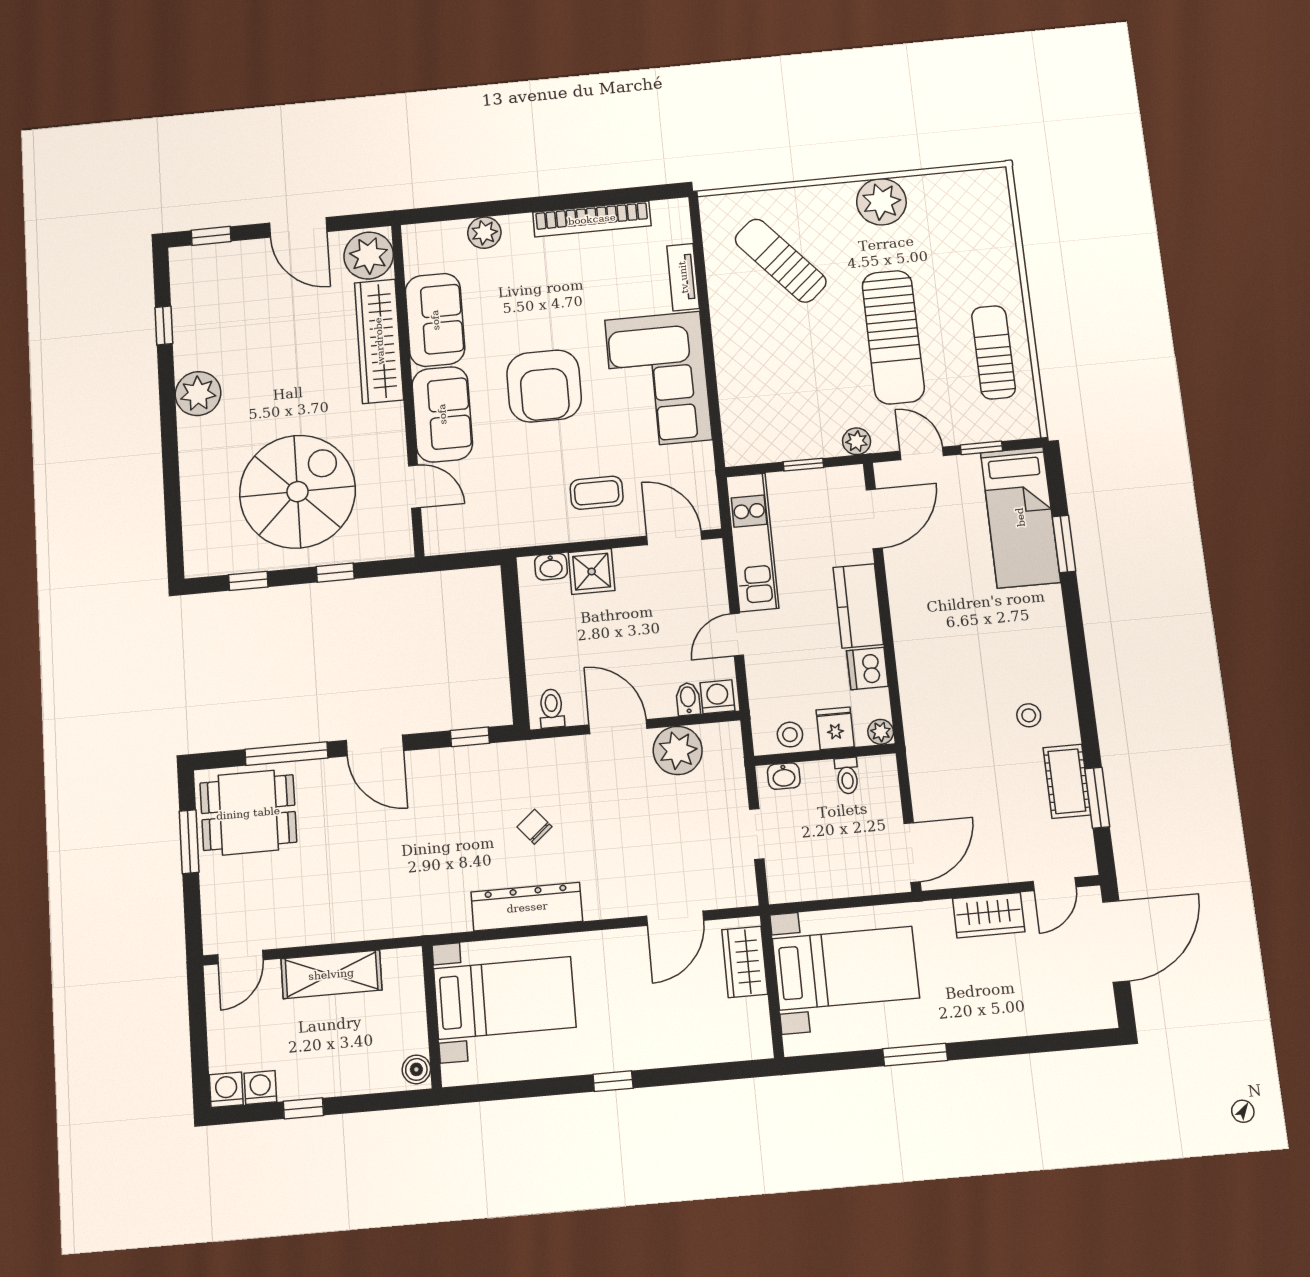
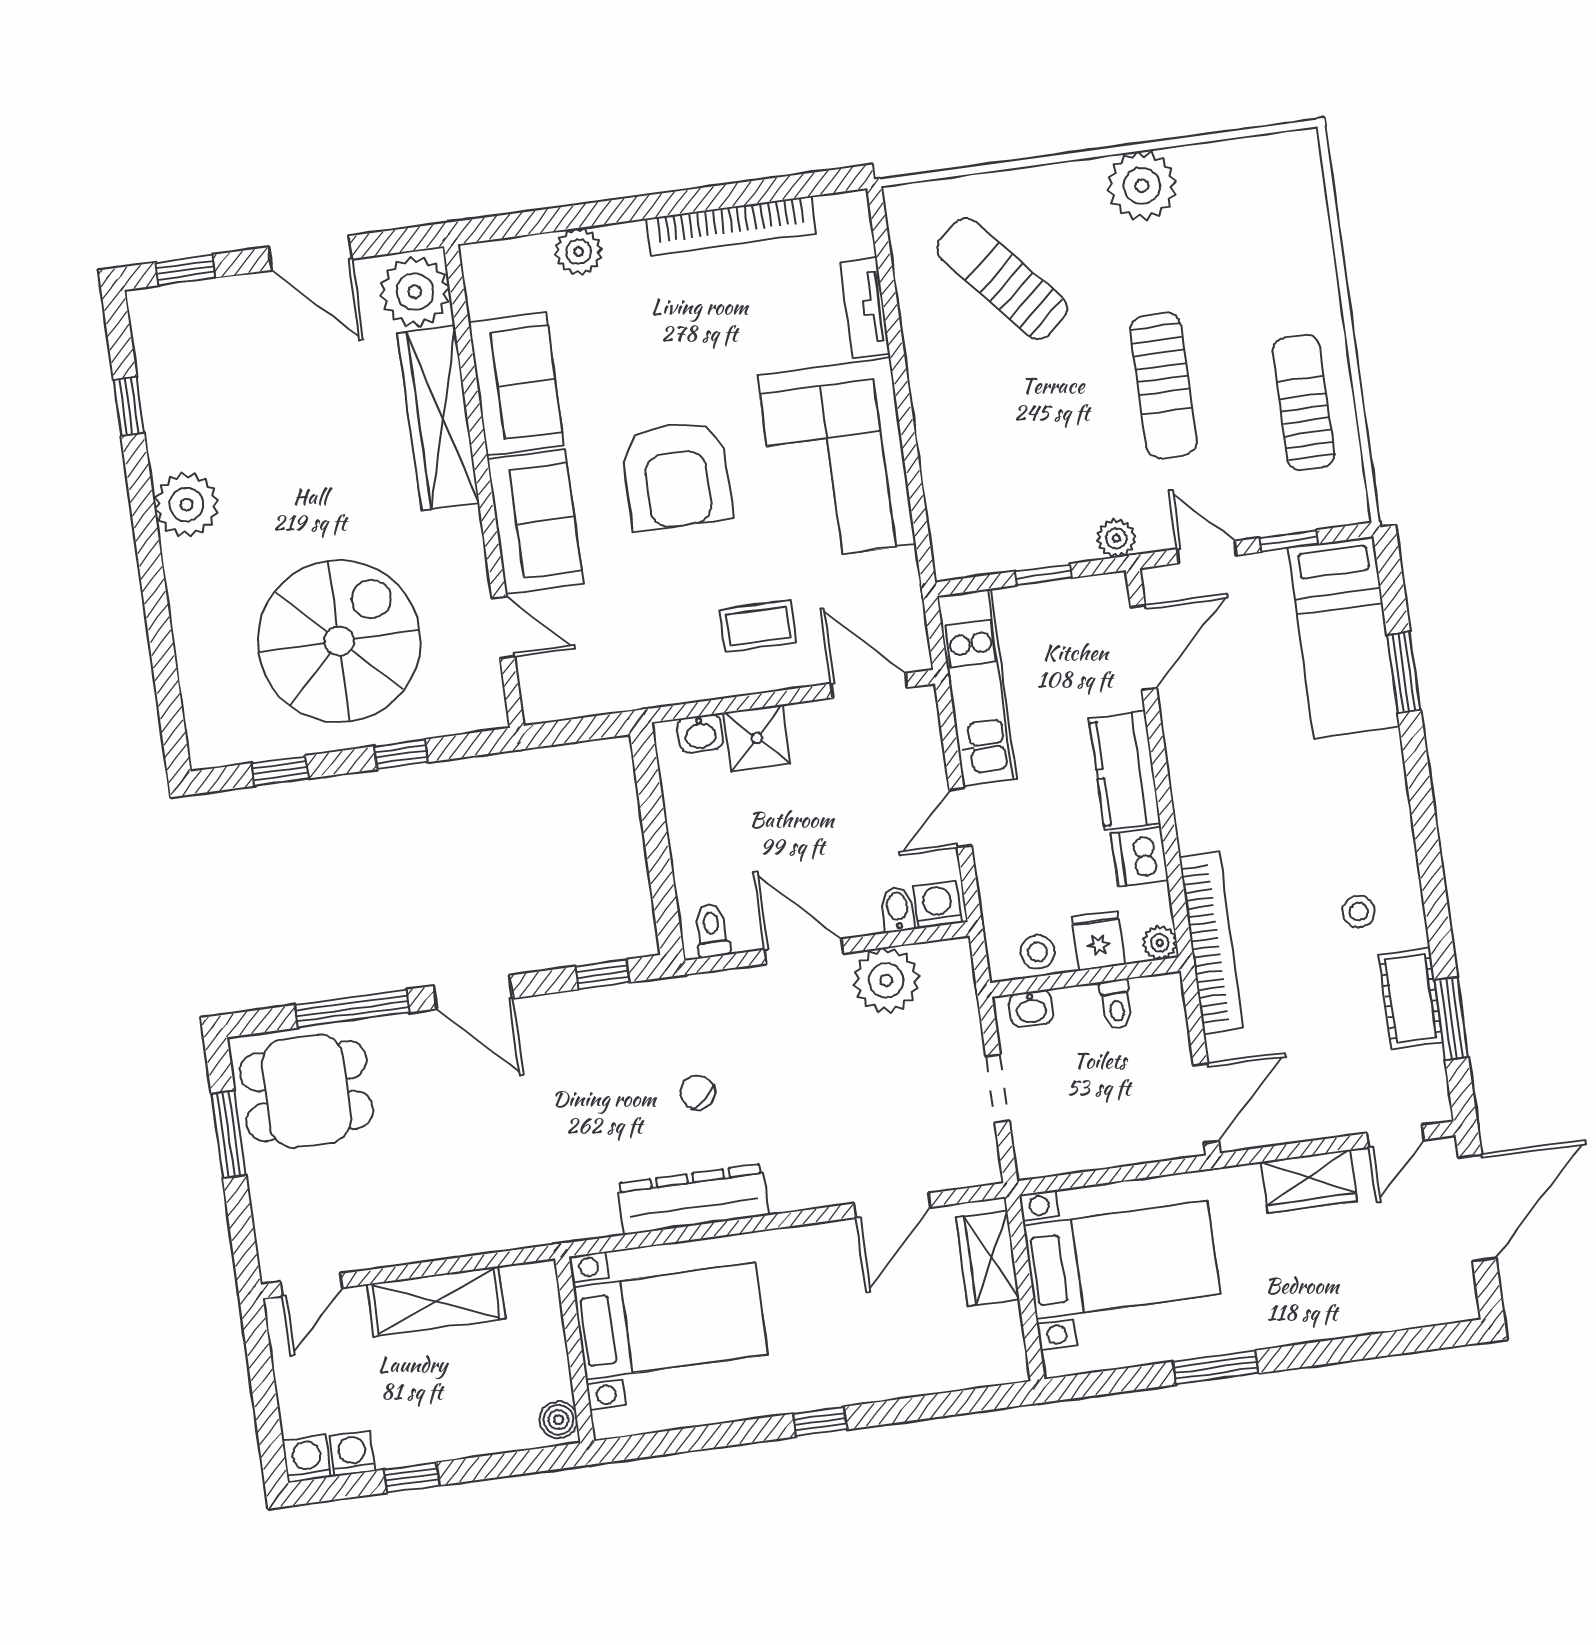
sun lounger: (893, 337) -> (1163, 385), width x0.73, depth x0.75
bookcase: (919, 734) -> (1211, 943), added

